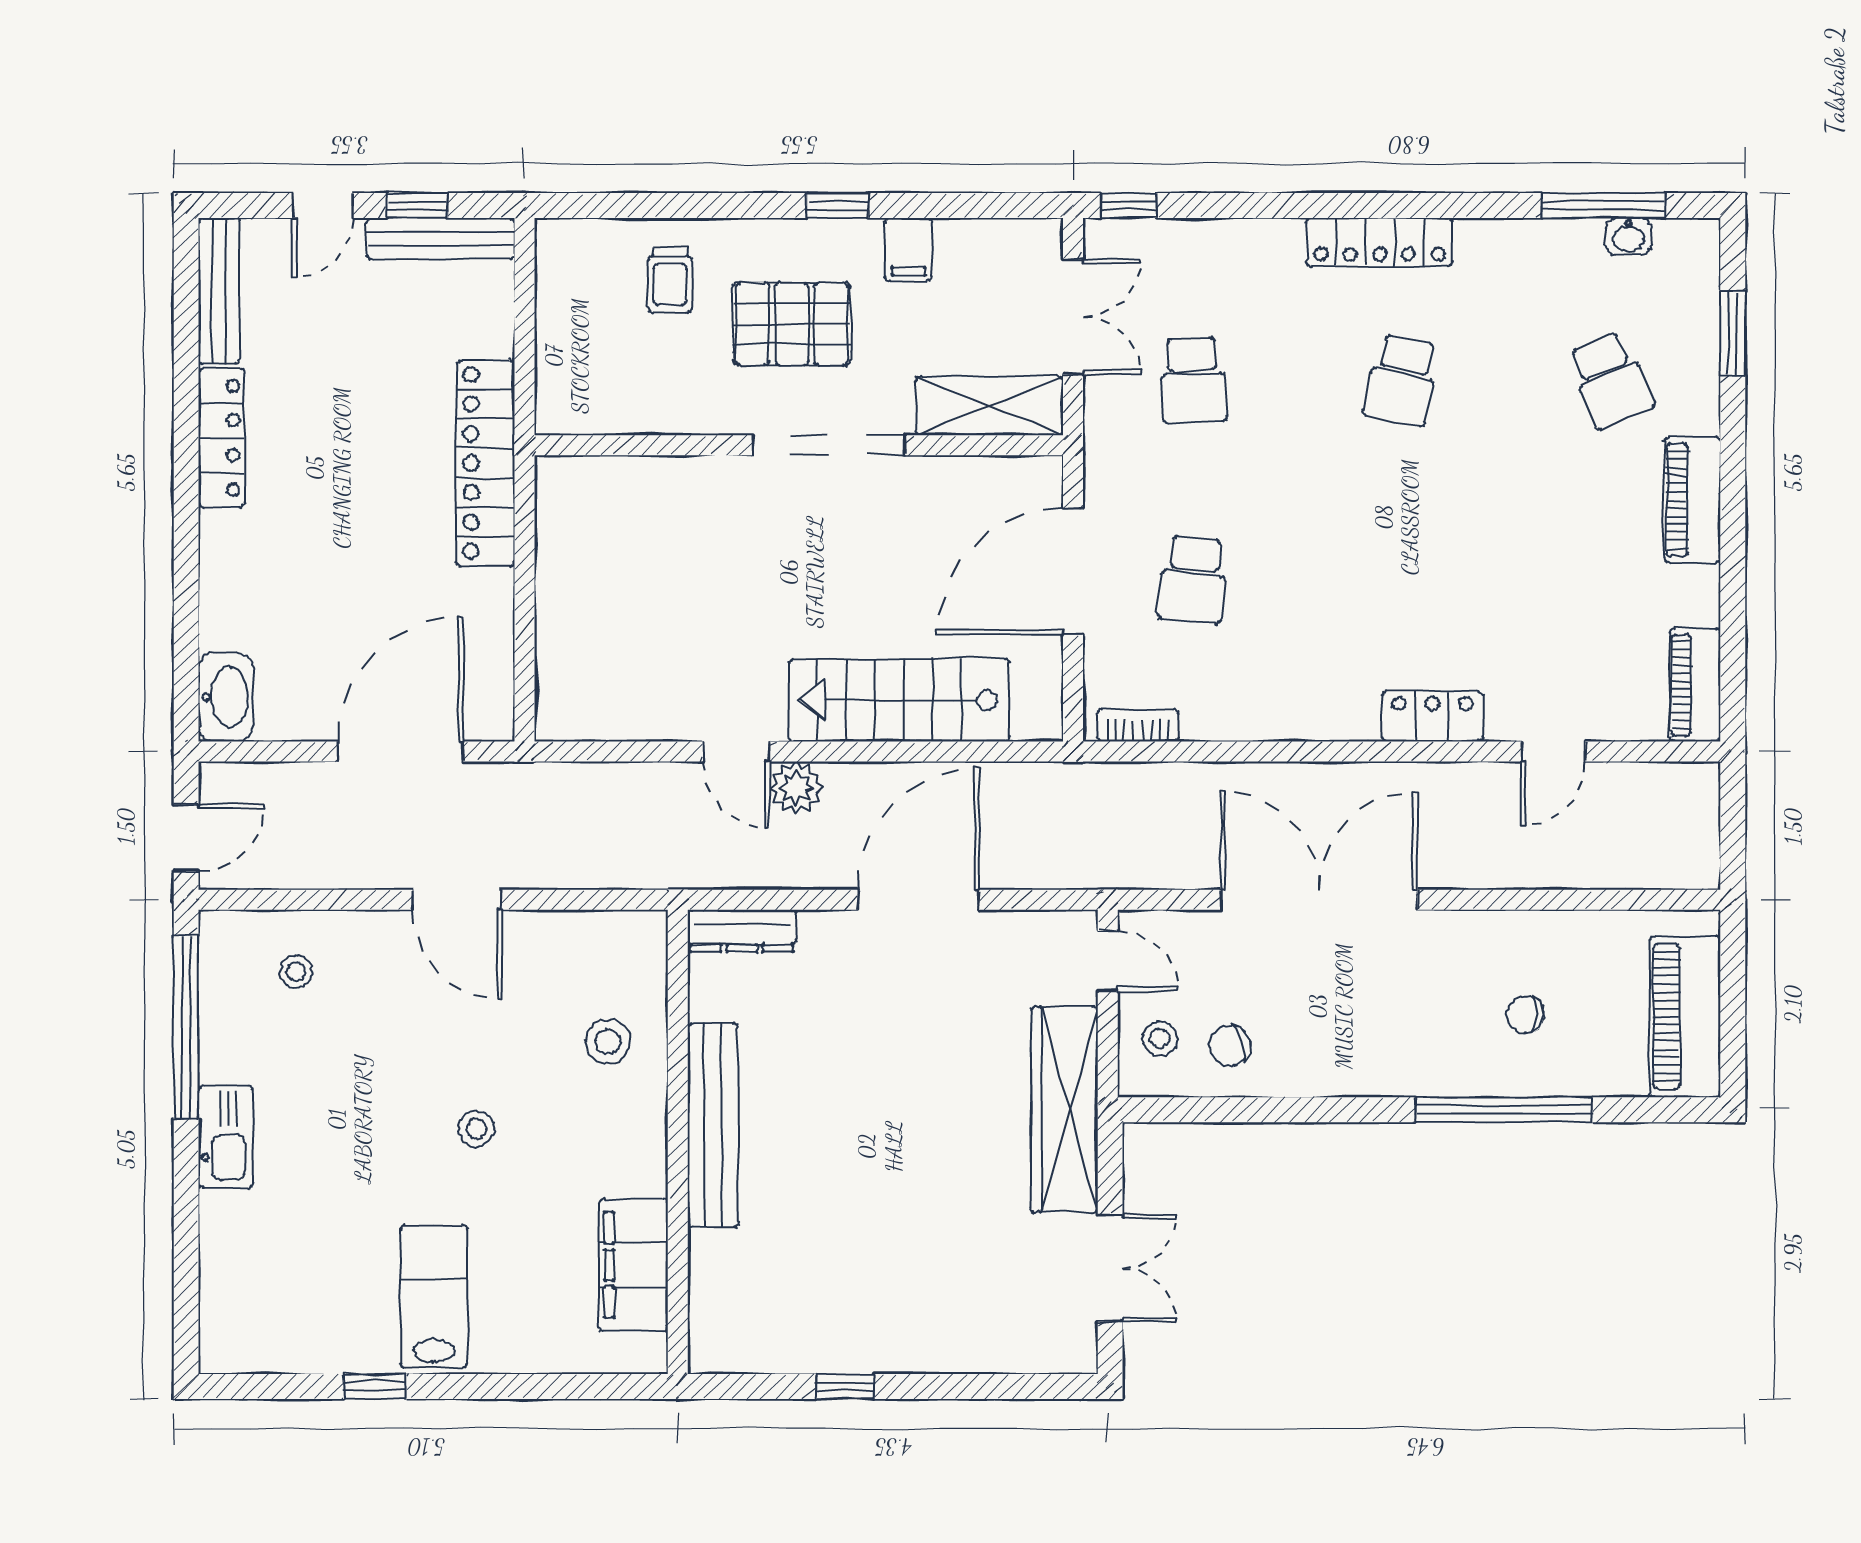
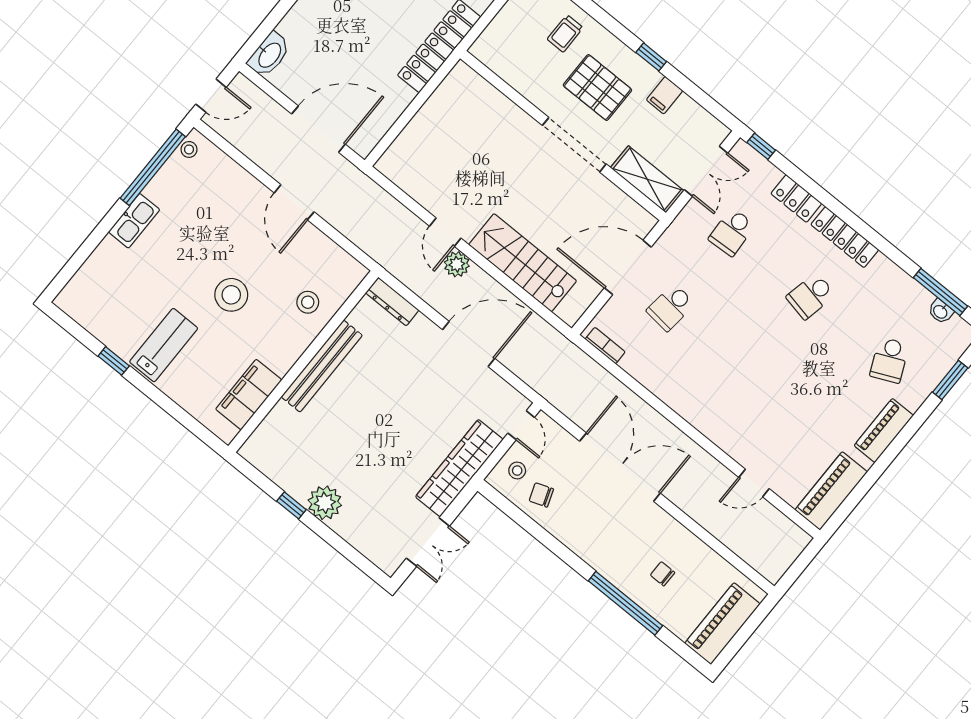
piano: (1695, 685) -> (831, 491), width x1.37, depth x1.33
locker: (1432, 716) -> (796, 199), moved, turned 180
stool: (296, 972) -> (189, 149), moved
stool: (476, 1129) -> (231, 295), width x1.89, depth x1.89
plant: (895, 1339) -> (325, 503), added

